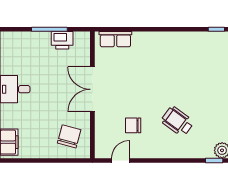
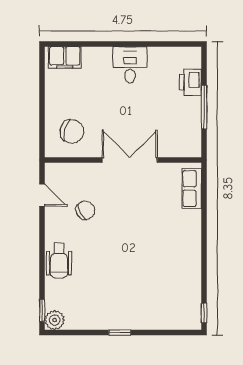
printer: (62, 40) -> (190, 82), moved
wheelchair: (177, 121) -> (59, 260), moved, turned 144
chair: (133, 125) -> (85, 210), turned 59

